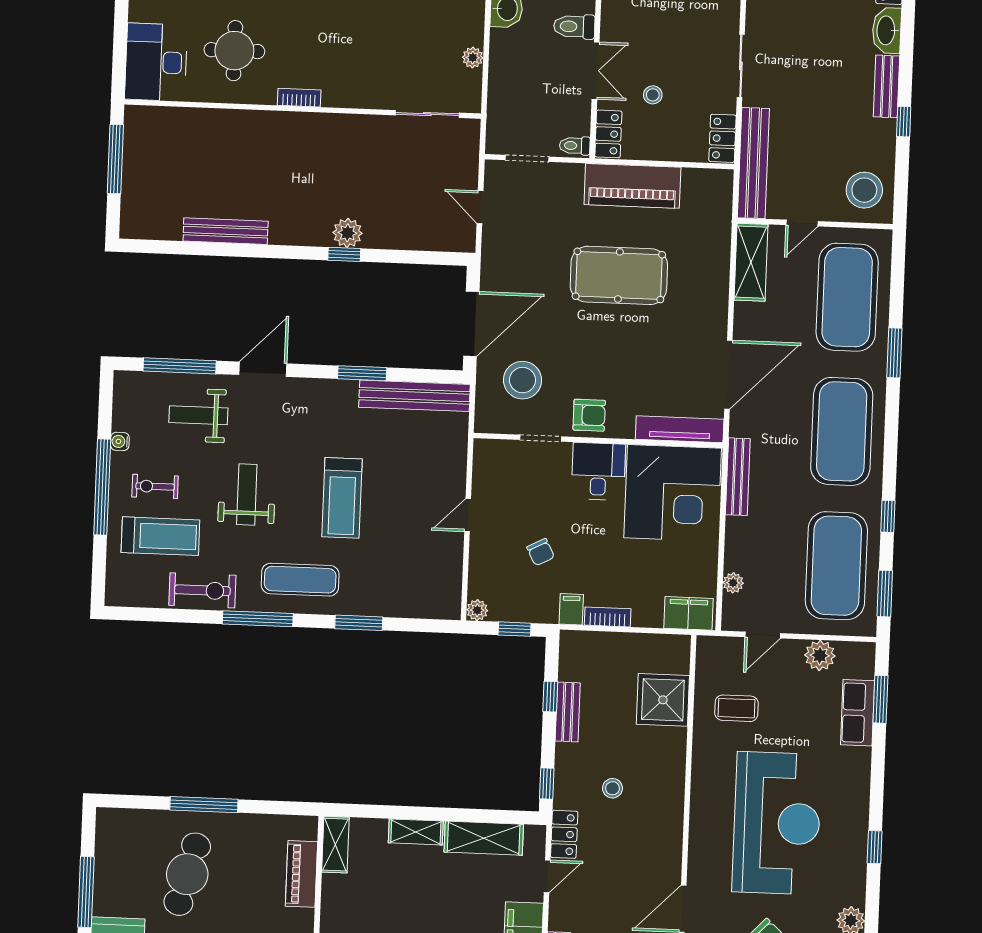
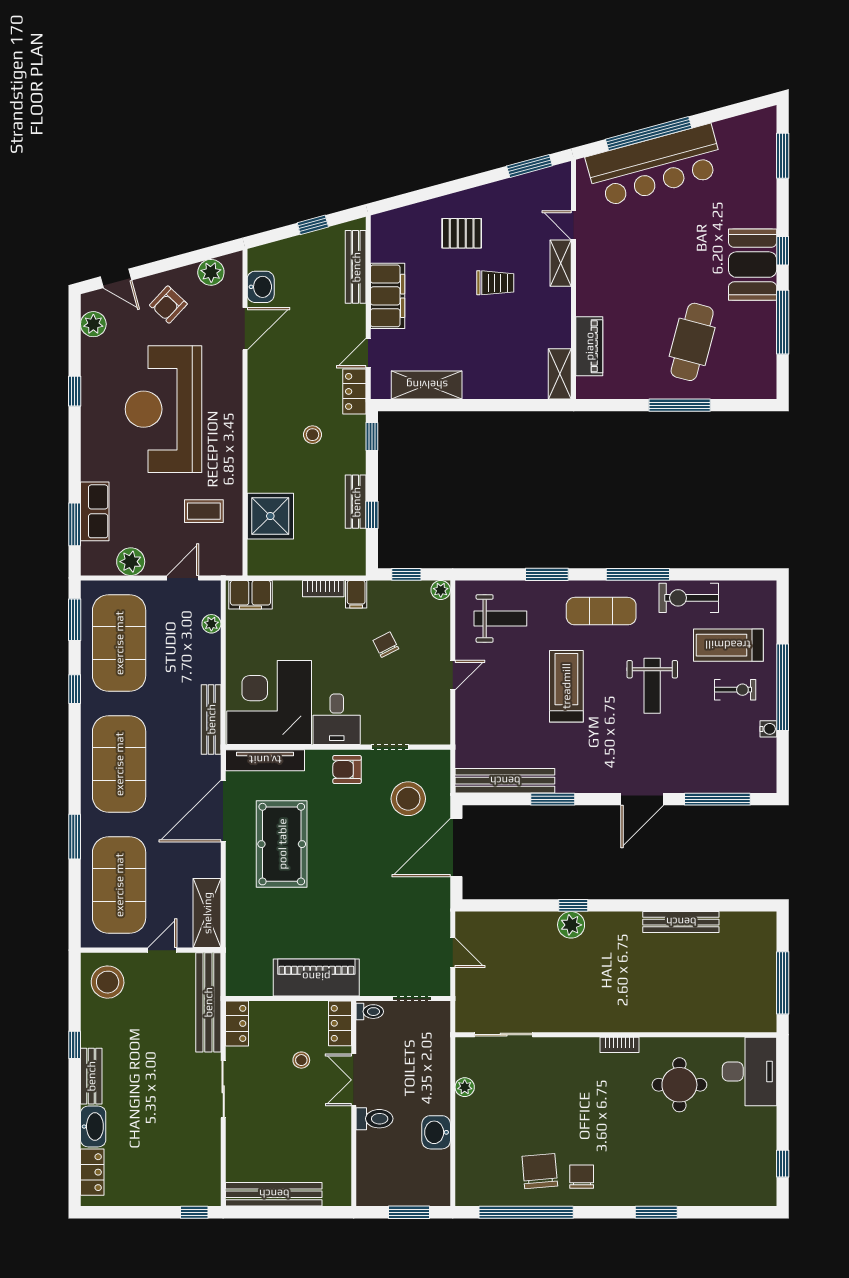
pool table: (619, 275) -> (282, 844), moved, turned 90
weight bench: (198, 415) -> (500, 618), moved
shelving: (416, 832) -> (488, 388), removed

